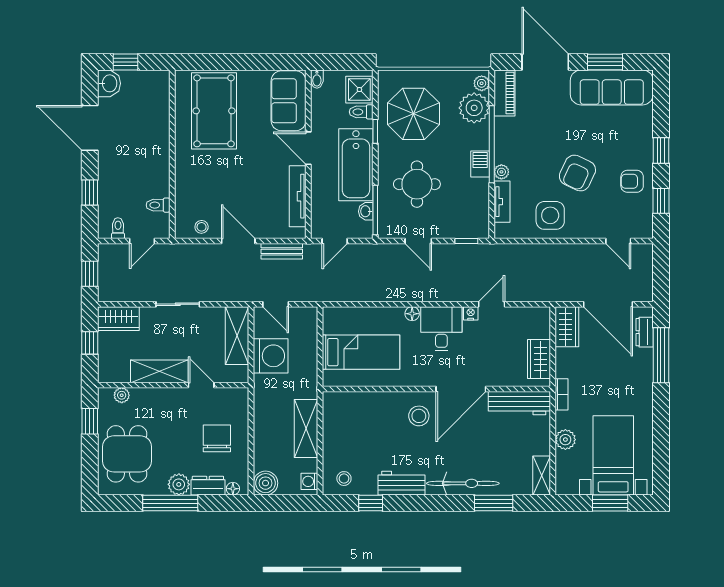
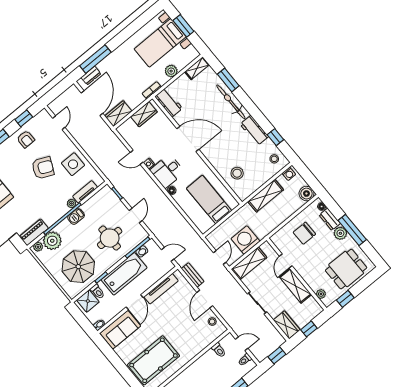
workbench: (519, 403) -> (169, 102), width x0.73
stool: (419, 416) -> (237, 173), moved

